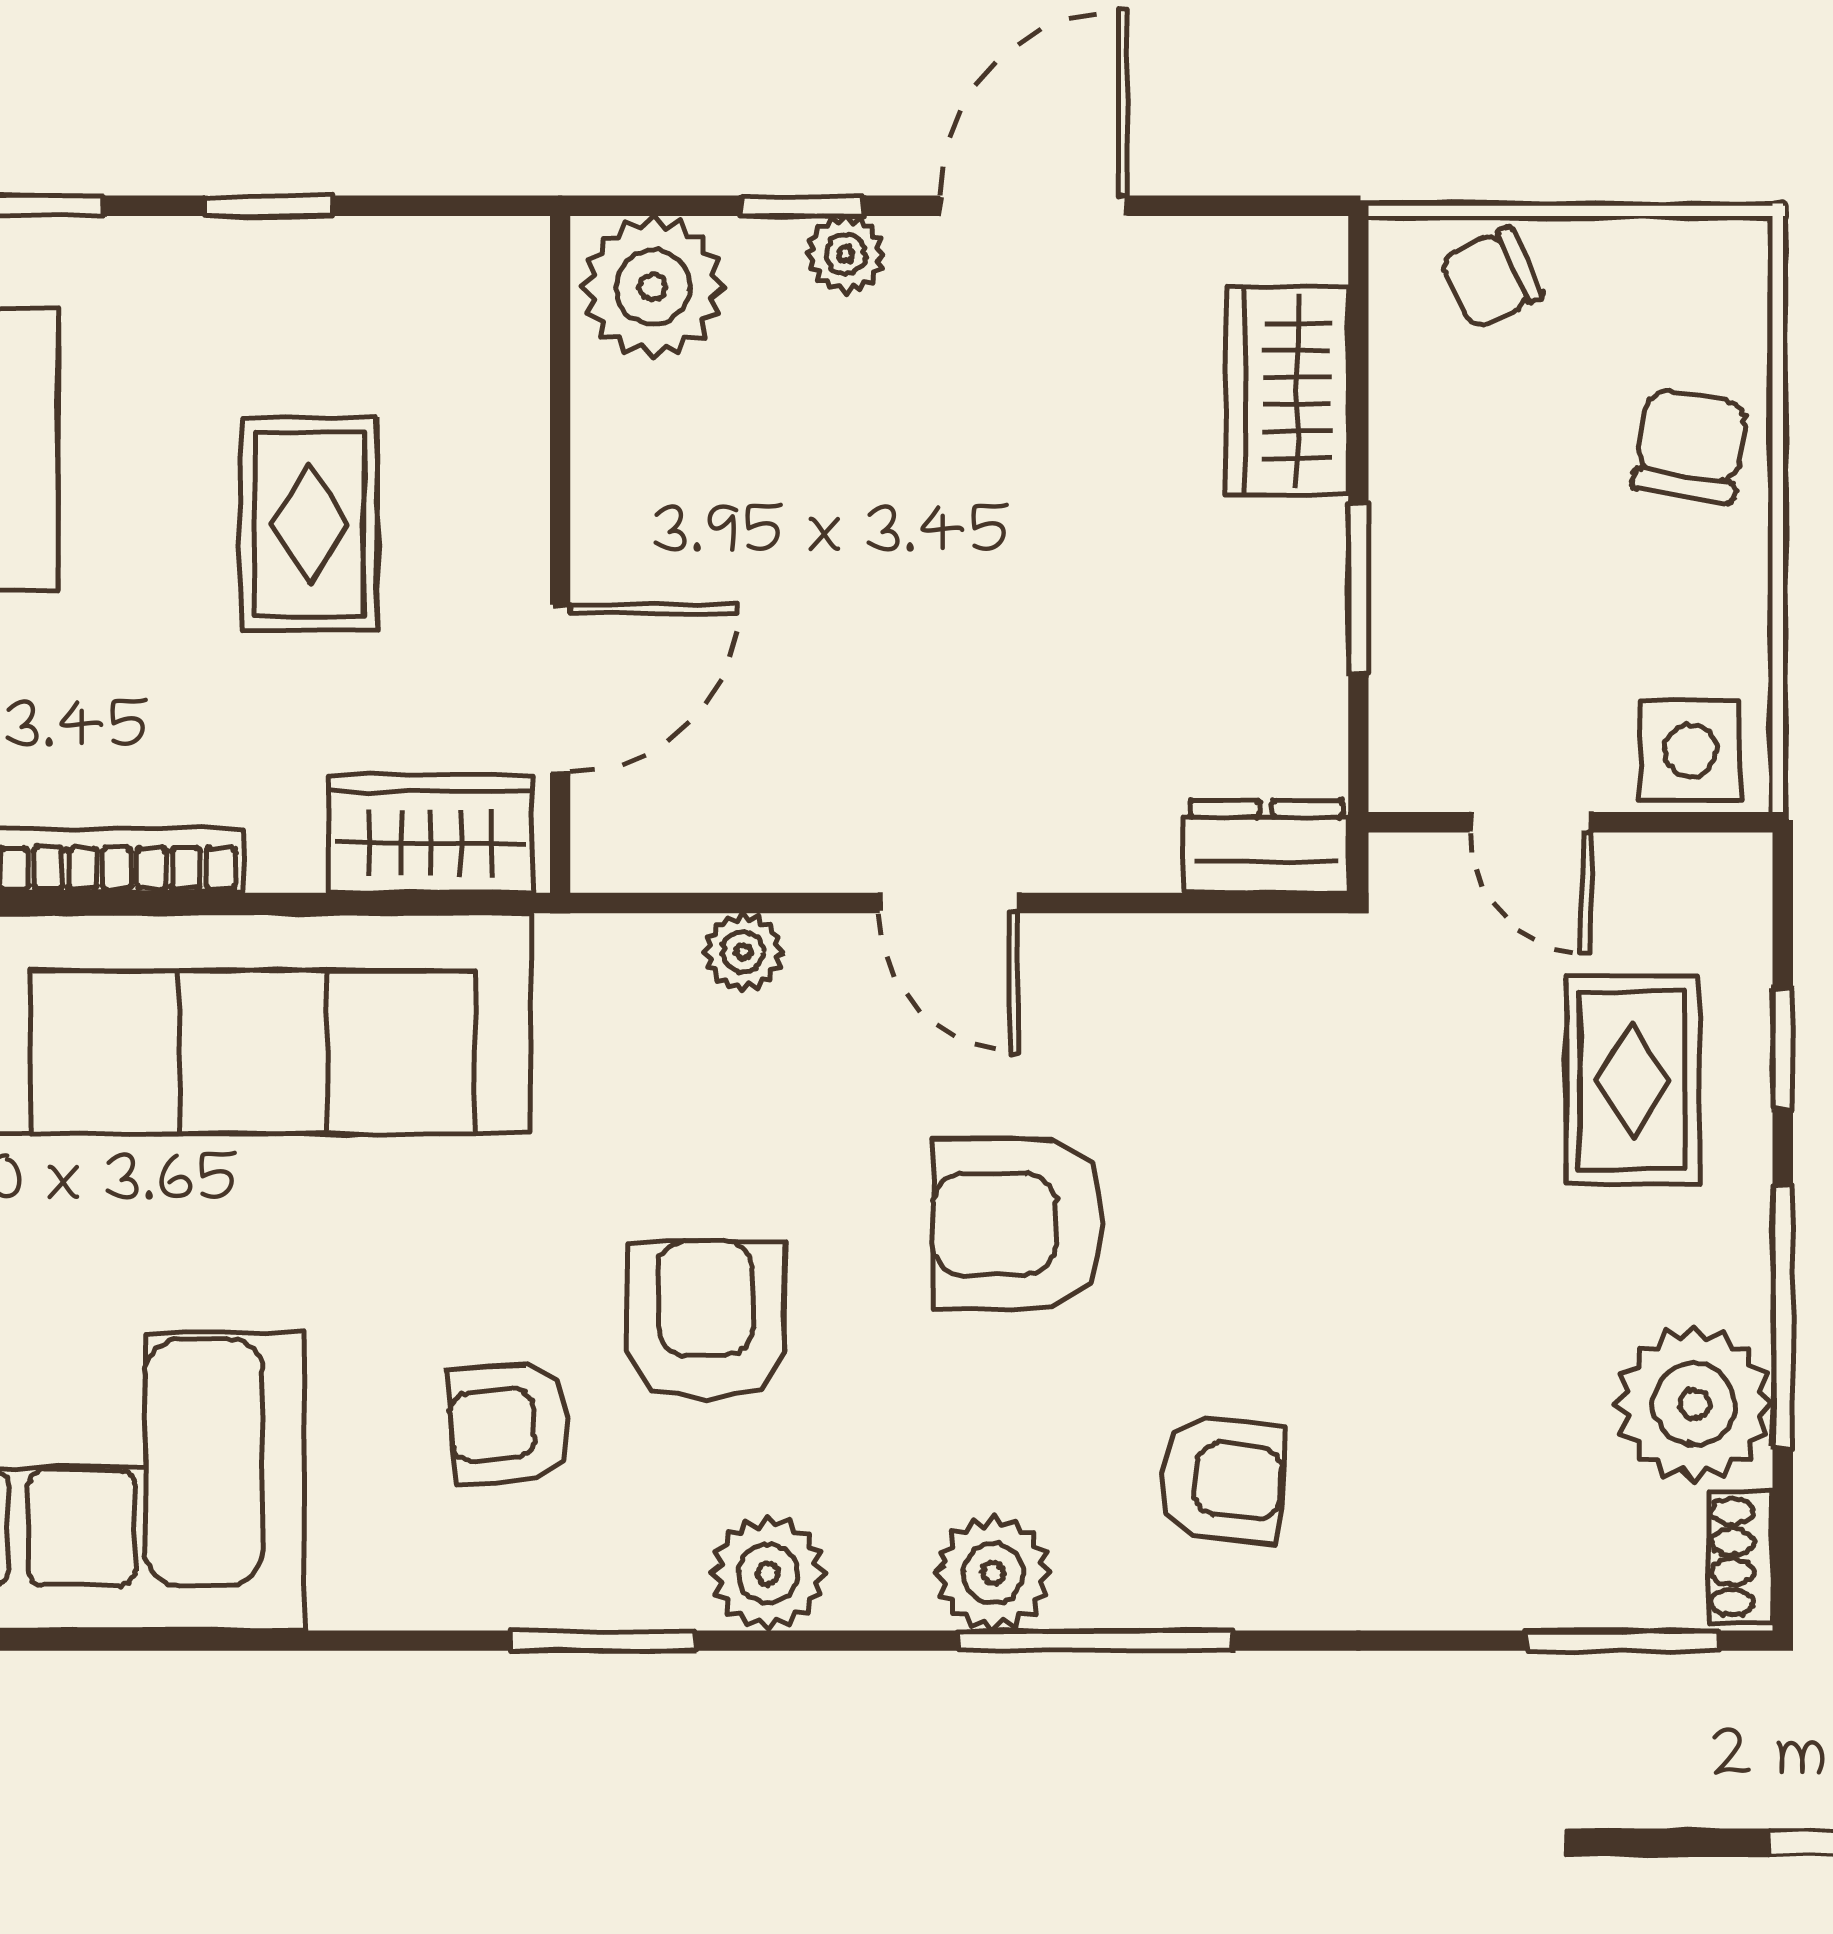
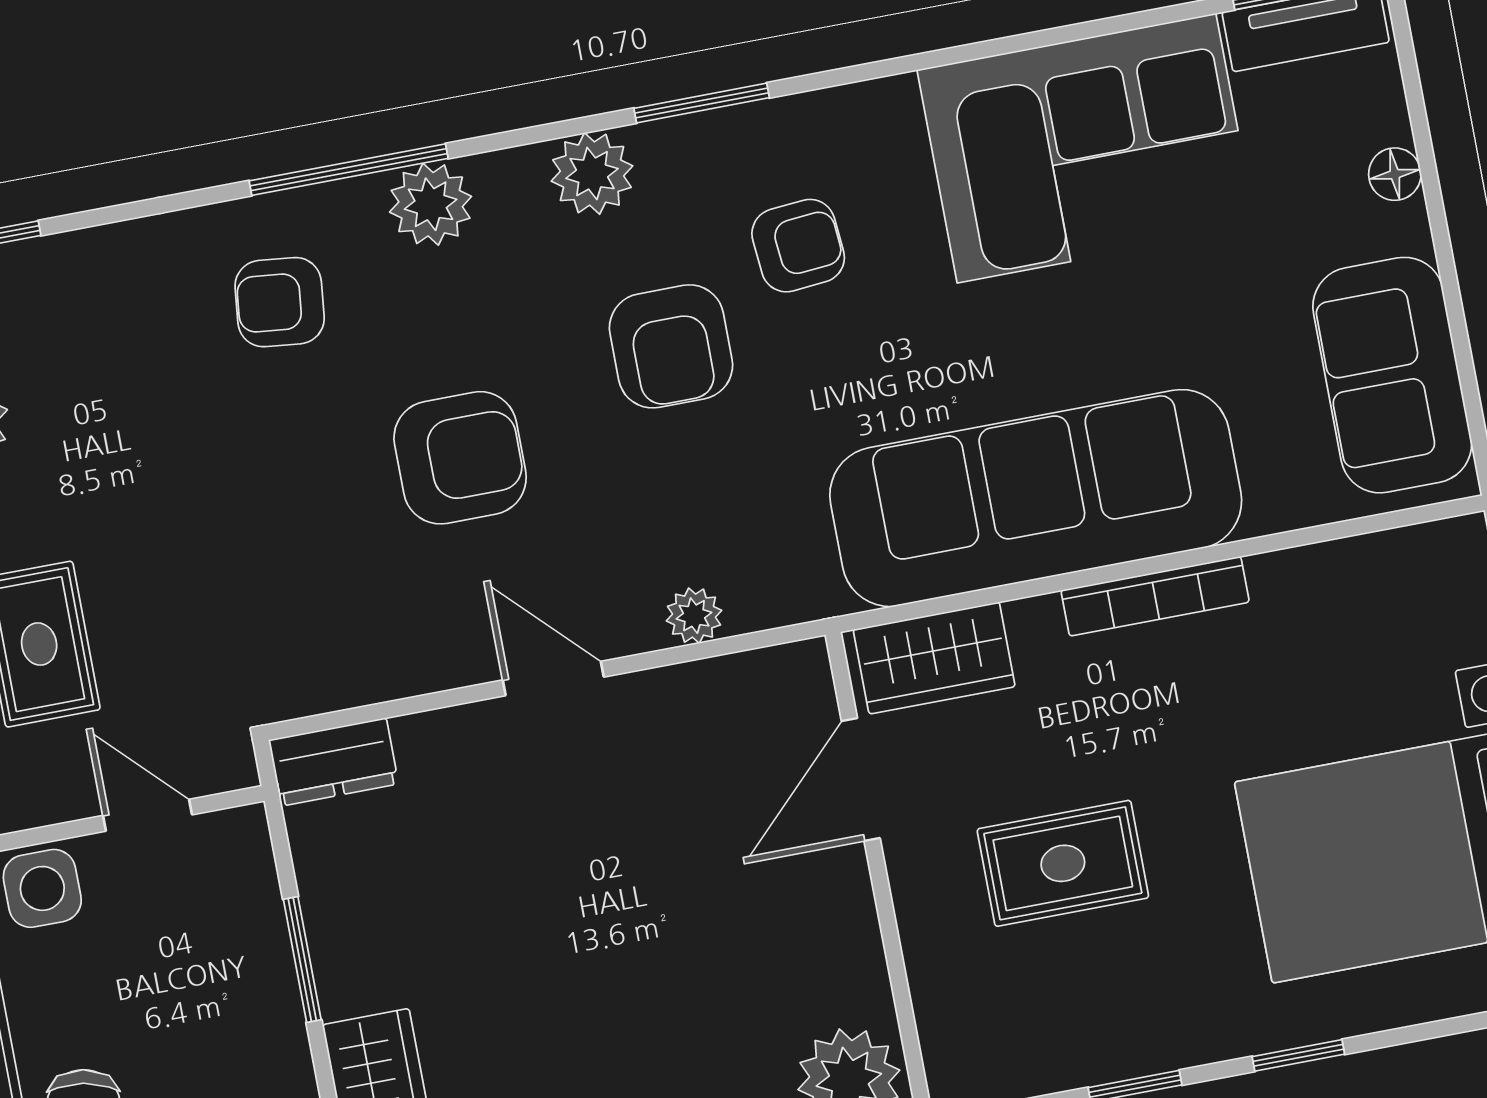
rug: (309, 524) -> (1063, 863), turned 90

